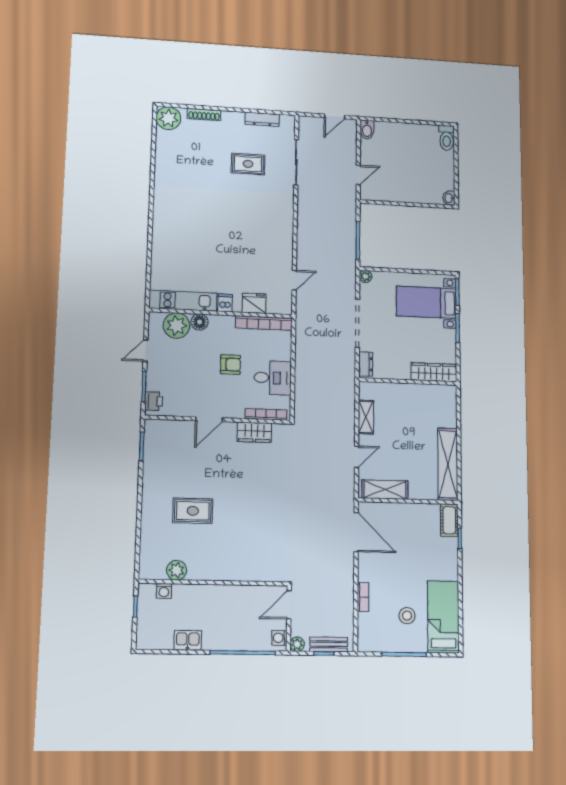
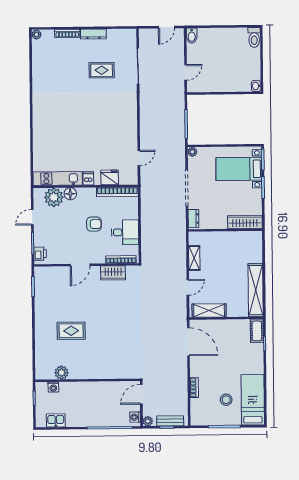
plant: (168, 118) -> (36, 34), width x0.53, depth x0.53
dresser: (262, 119) -> (93, 34), moved
kitchen sink: (188, 640) -> (56, 420), moved

